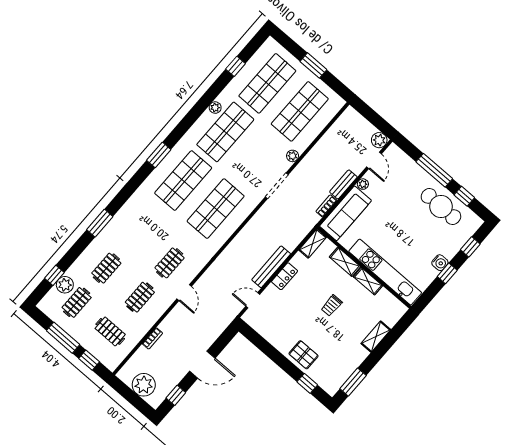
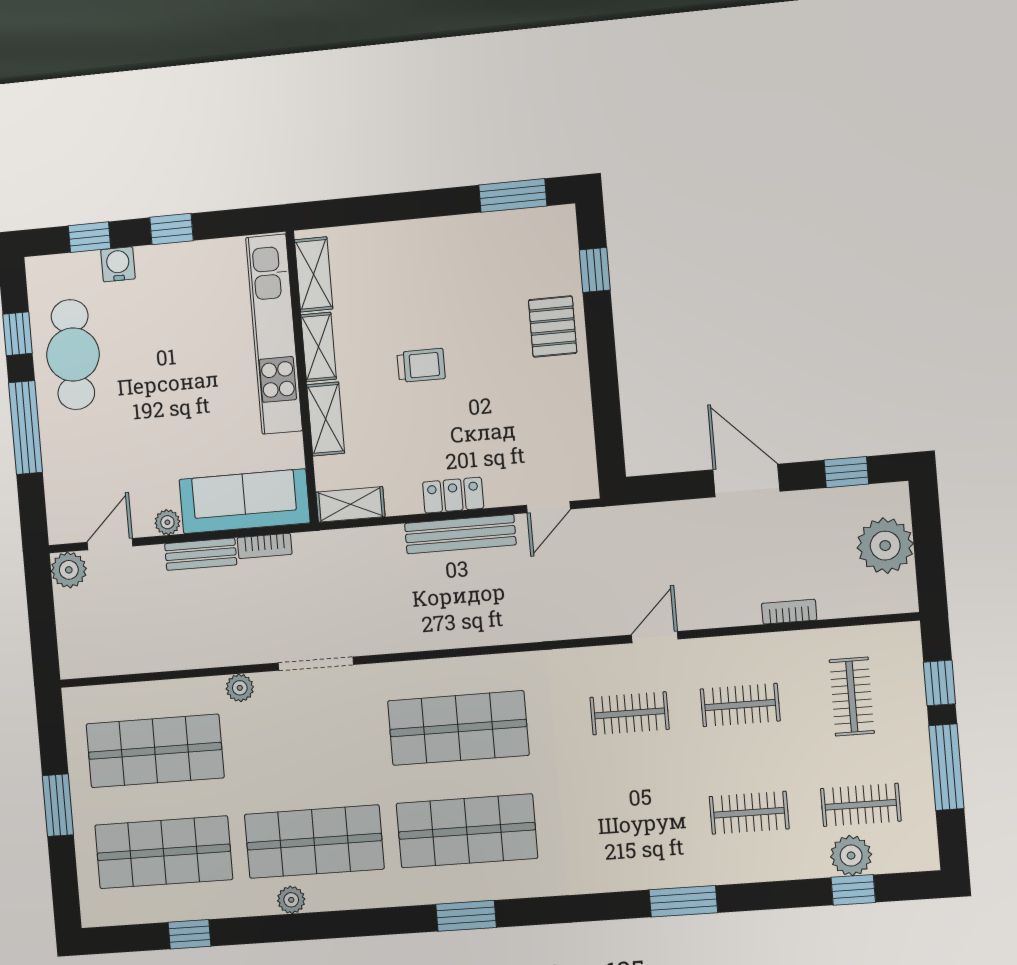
water cooler: (440, 263) -> (118, 264), moved
door: (253, 300) -> (548, 507), hinge flipped
shelving: (376, 337) -> (314, 274), moved, turned 90

